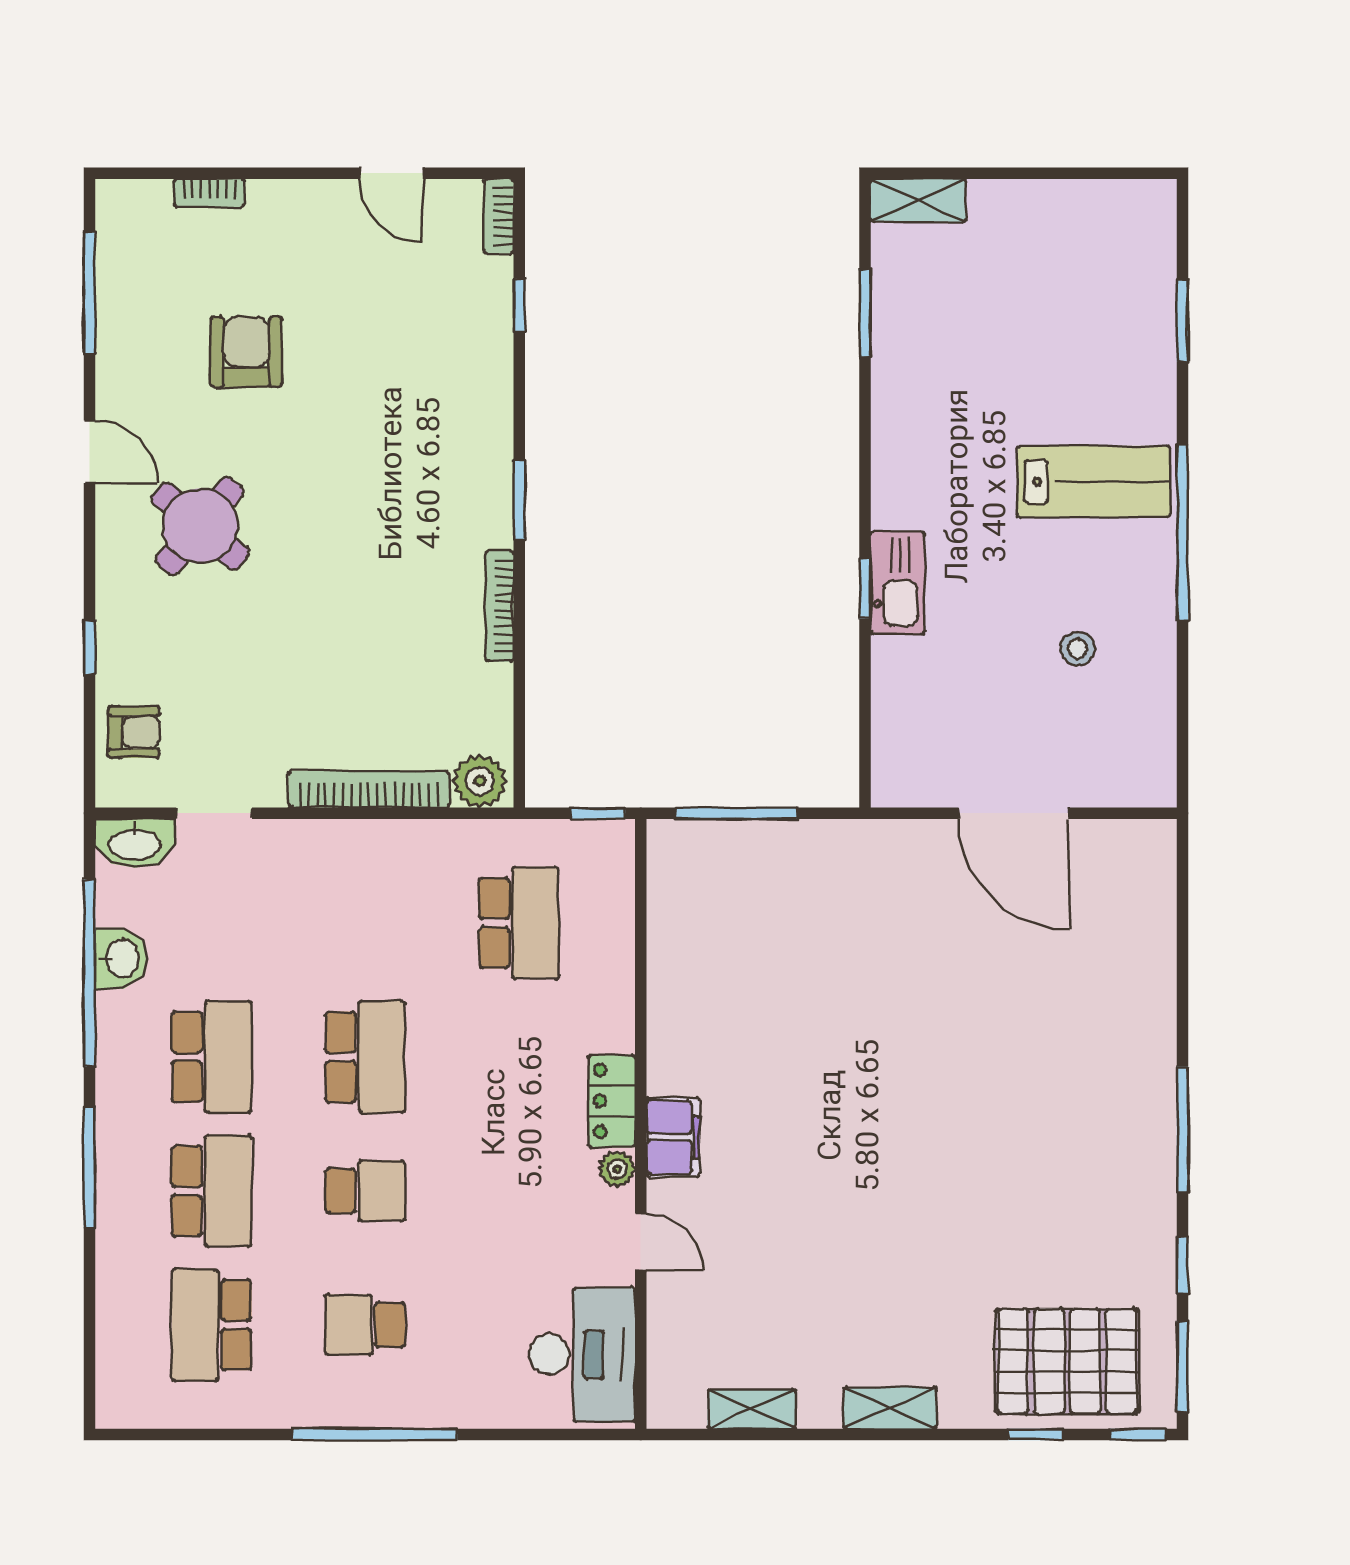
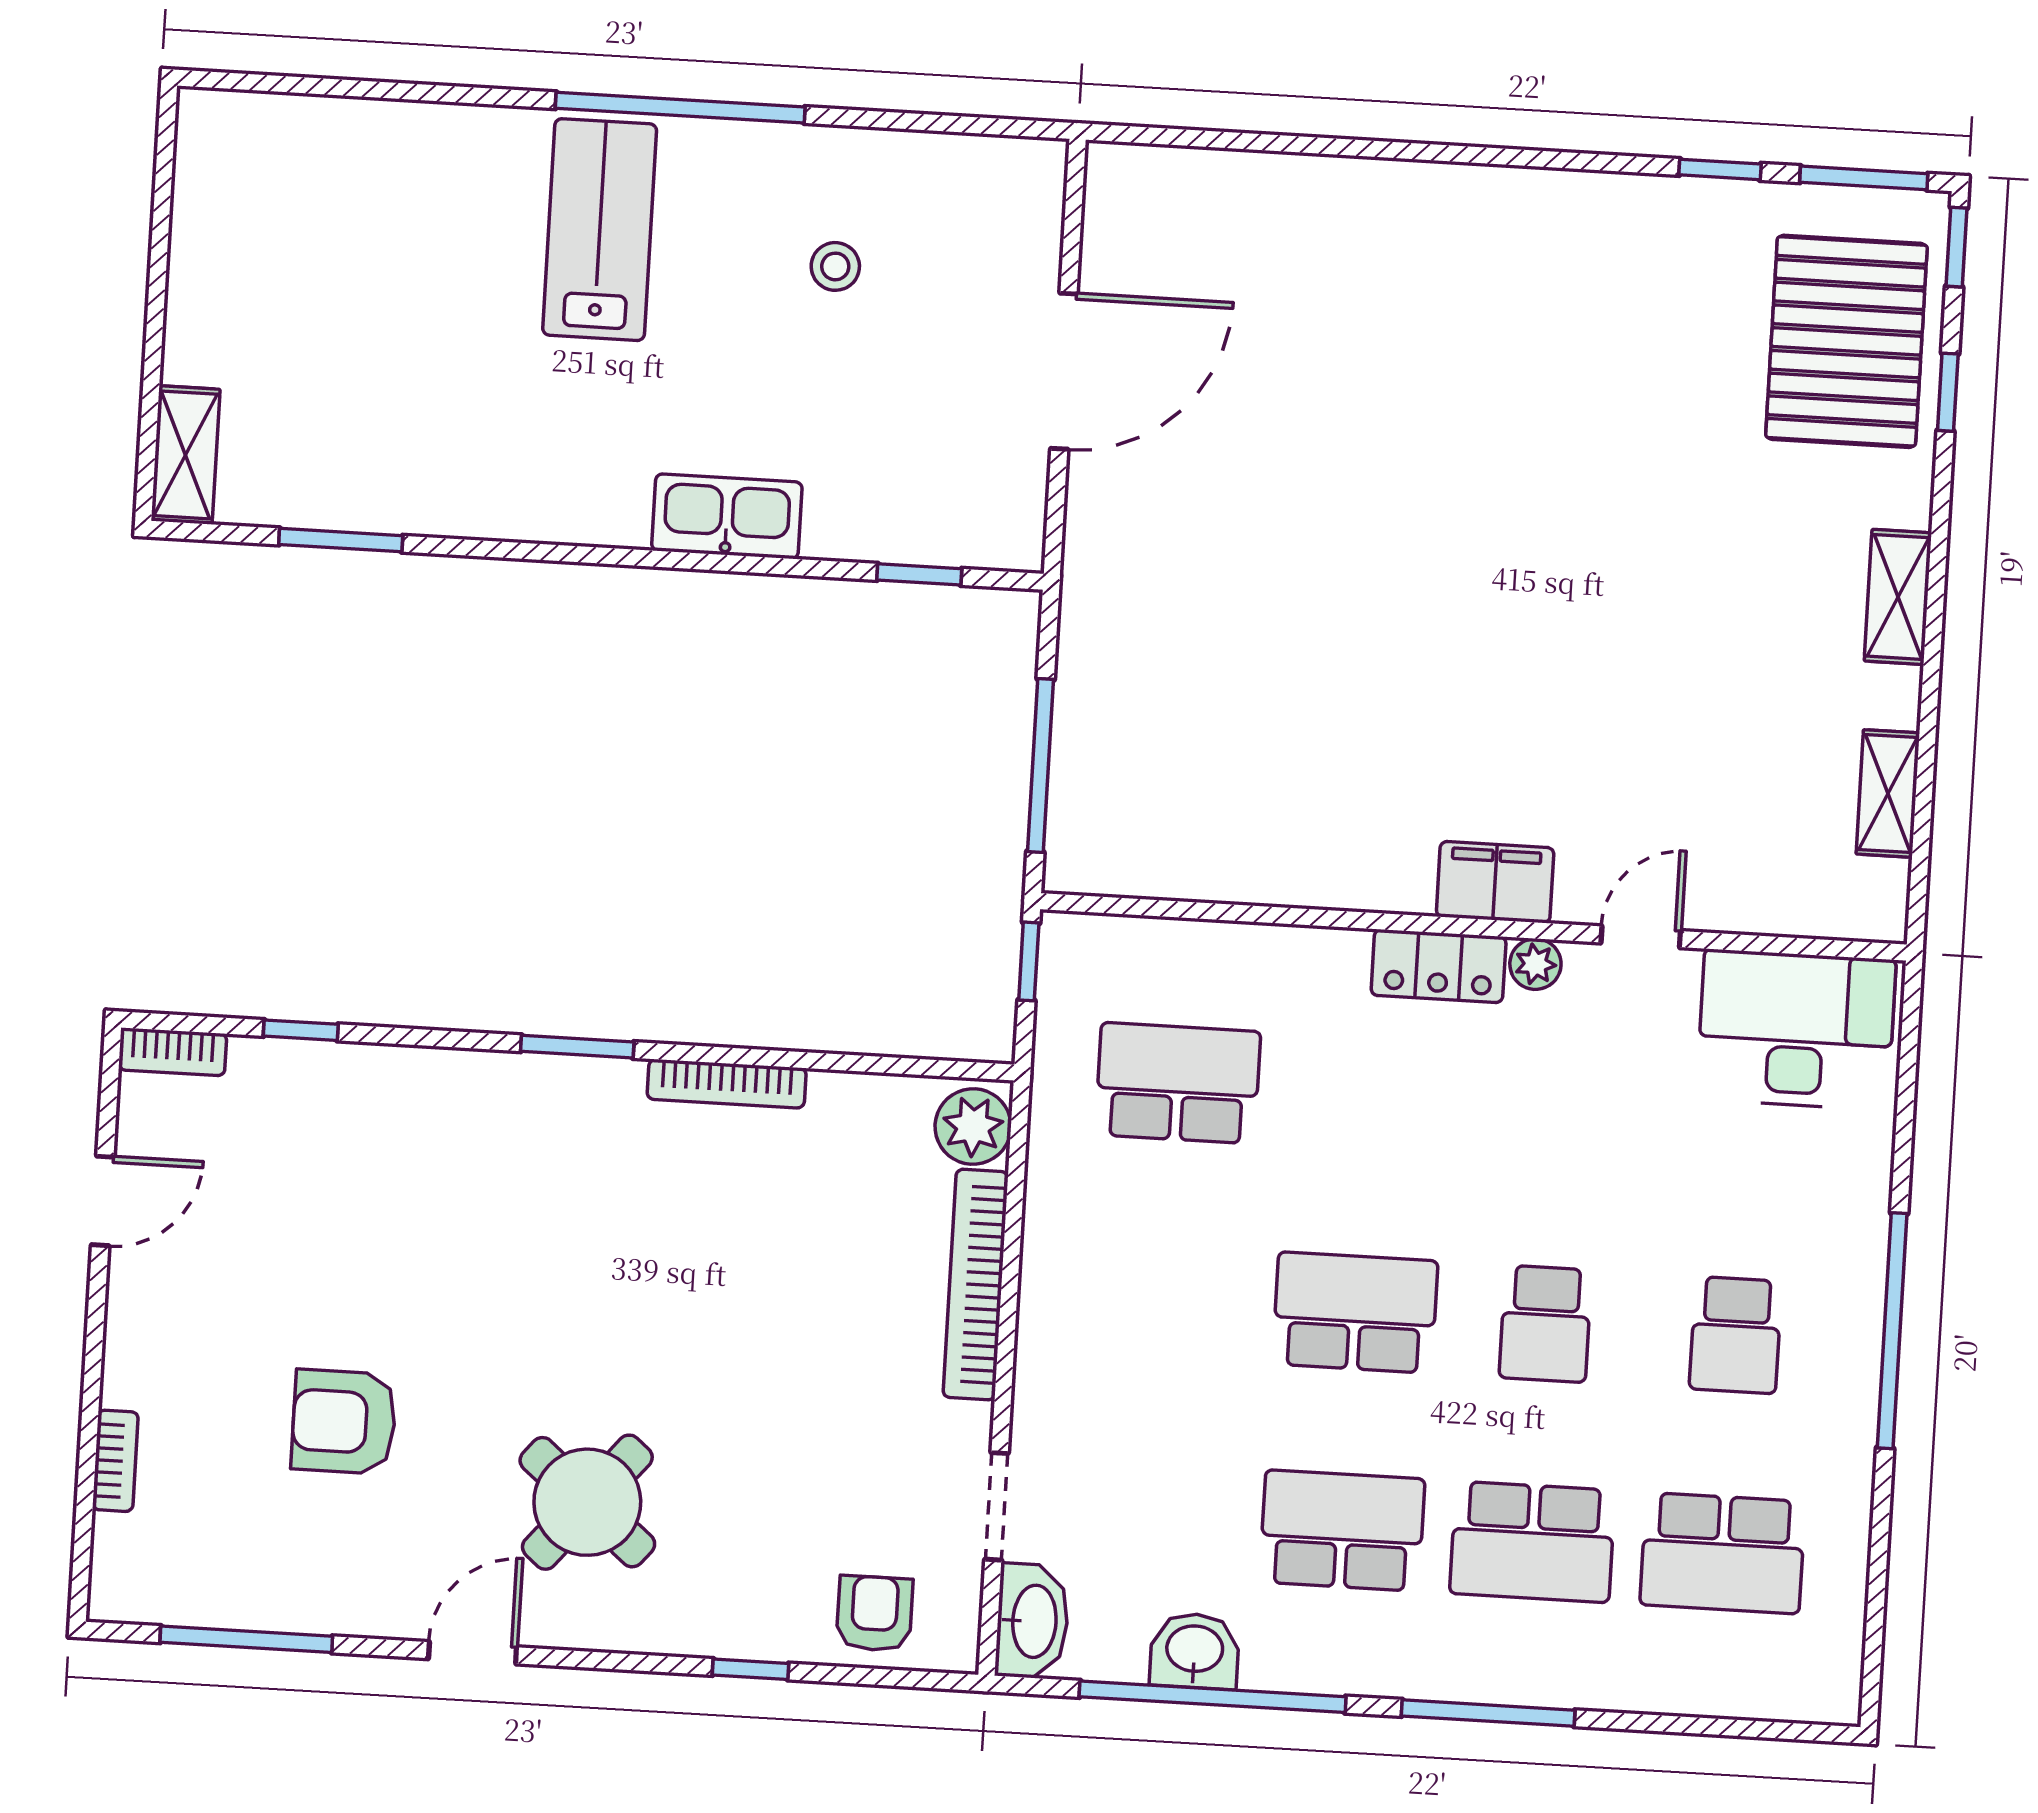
window: (1183, 321) -> (378, 90), removed
window: (865, 589) -> (919, 574), moved
window: (1183, 1130) -> (1528, 158), removed
school desk: (212, 1191) -> (1532, 1542), turned 180
school desk: (365, 1191) -> (1545, 1324), turned 180

